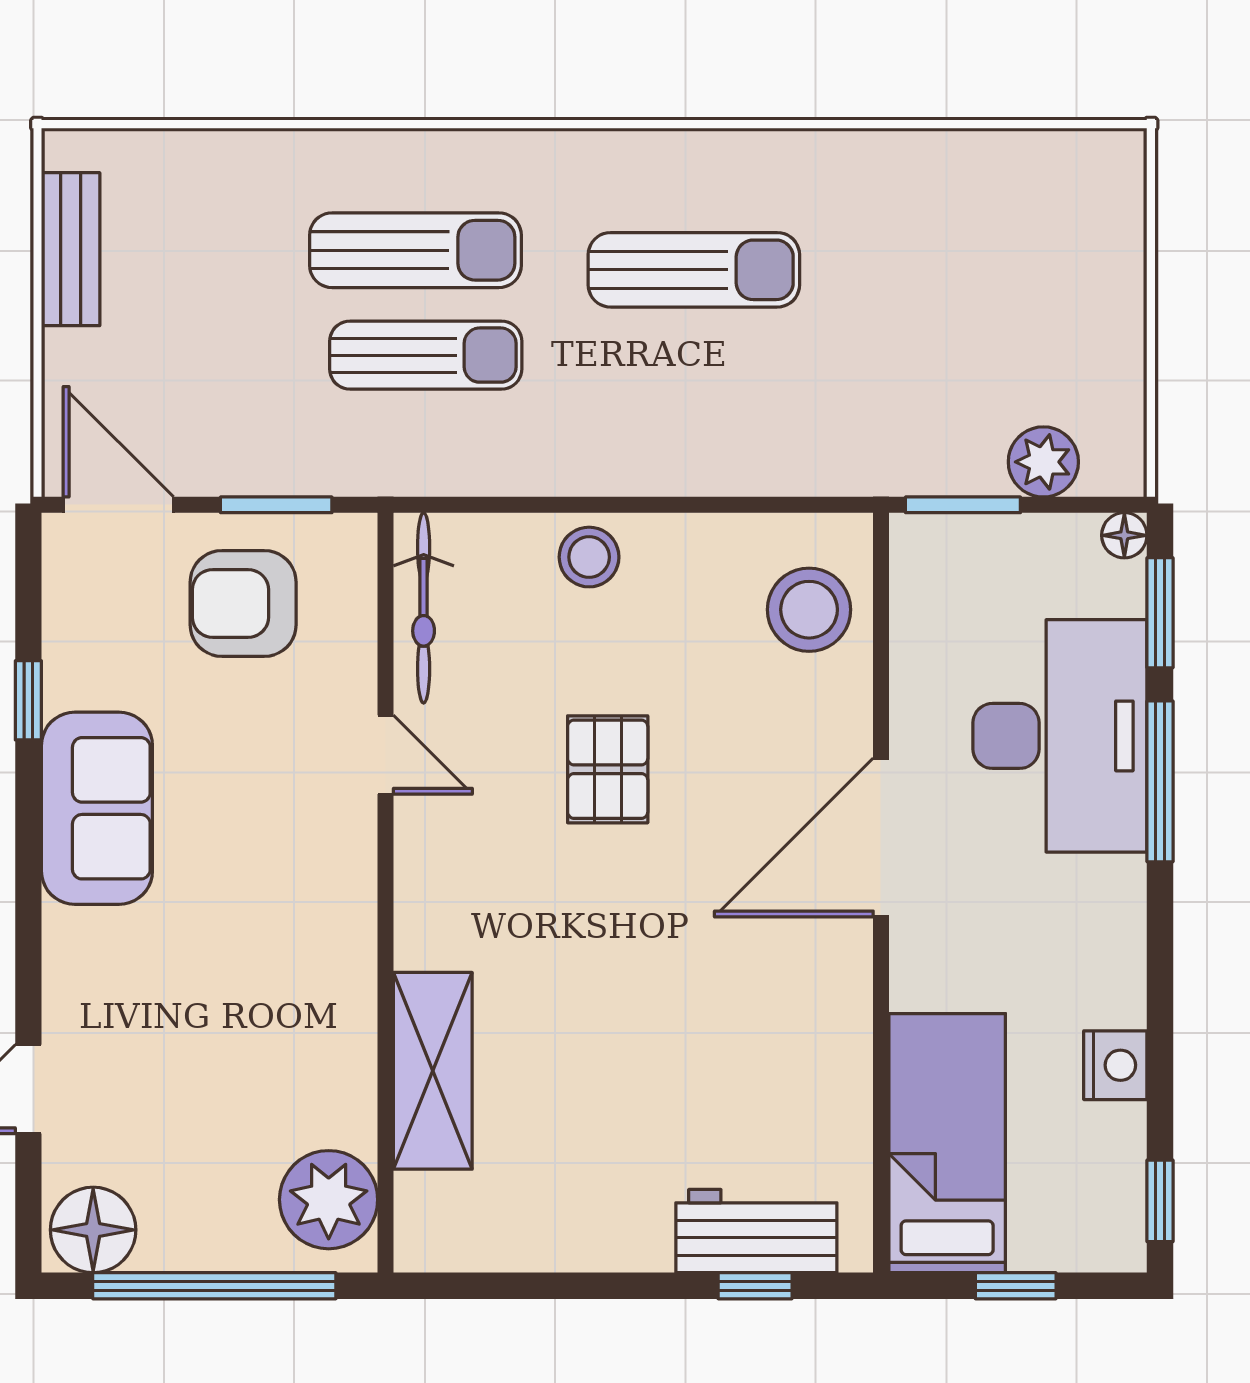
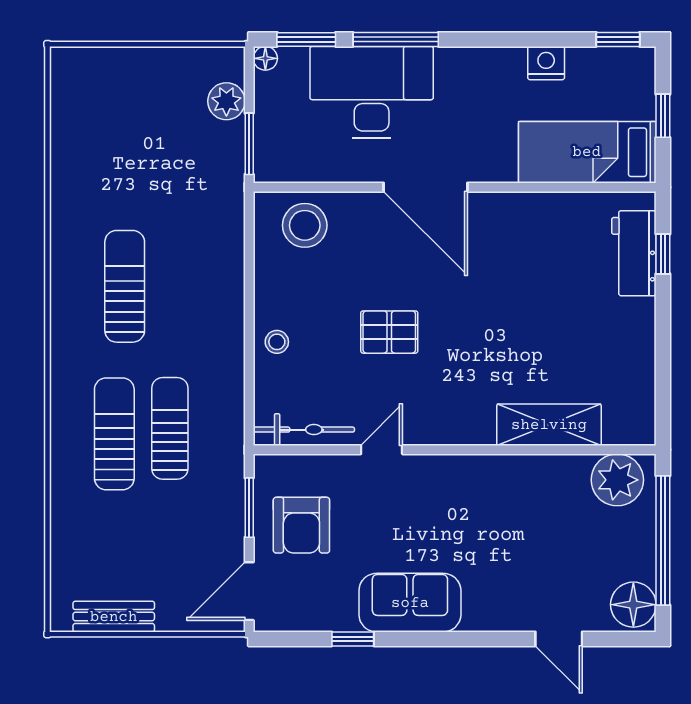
stool: (589, 557) -> (277, 342), width x0.73, depth x0.73

